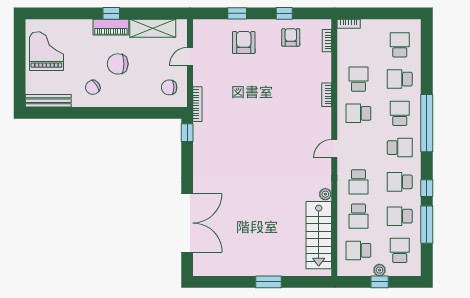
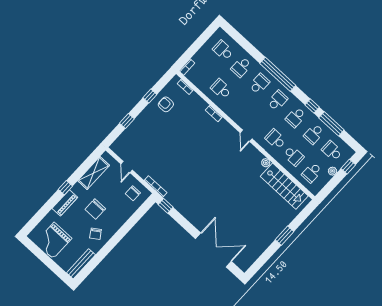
piano: (111, 27) -> (65, 203), moved
armchair: (244, 42) -> (146, 132), removed
grand piano: (46, 51) -> (54, 240), turned -90
school desk: (358, 113) -> (239, 106), removed
school desk: (400, 113) -> (259, 84), turned 90
school desk: (358, 182) -> (275, 139), turned 180
window: (380, 282) -> (348, 167), moved

